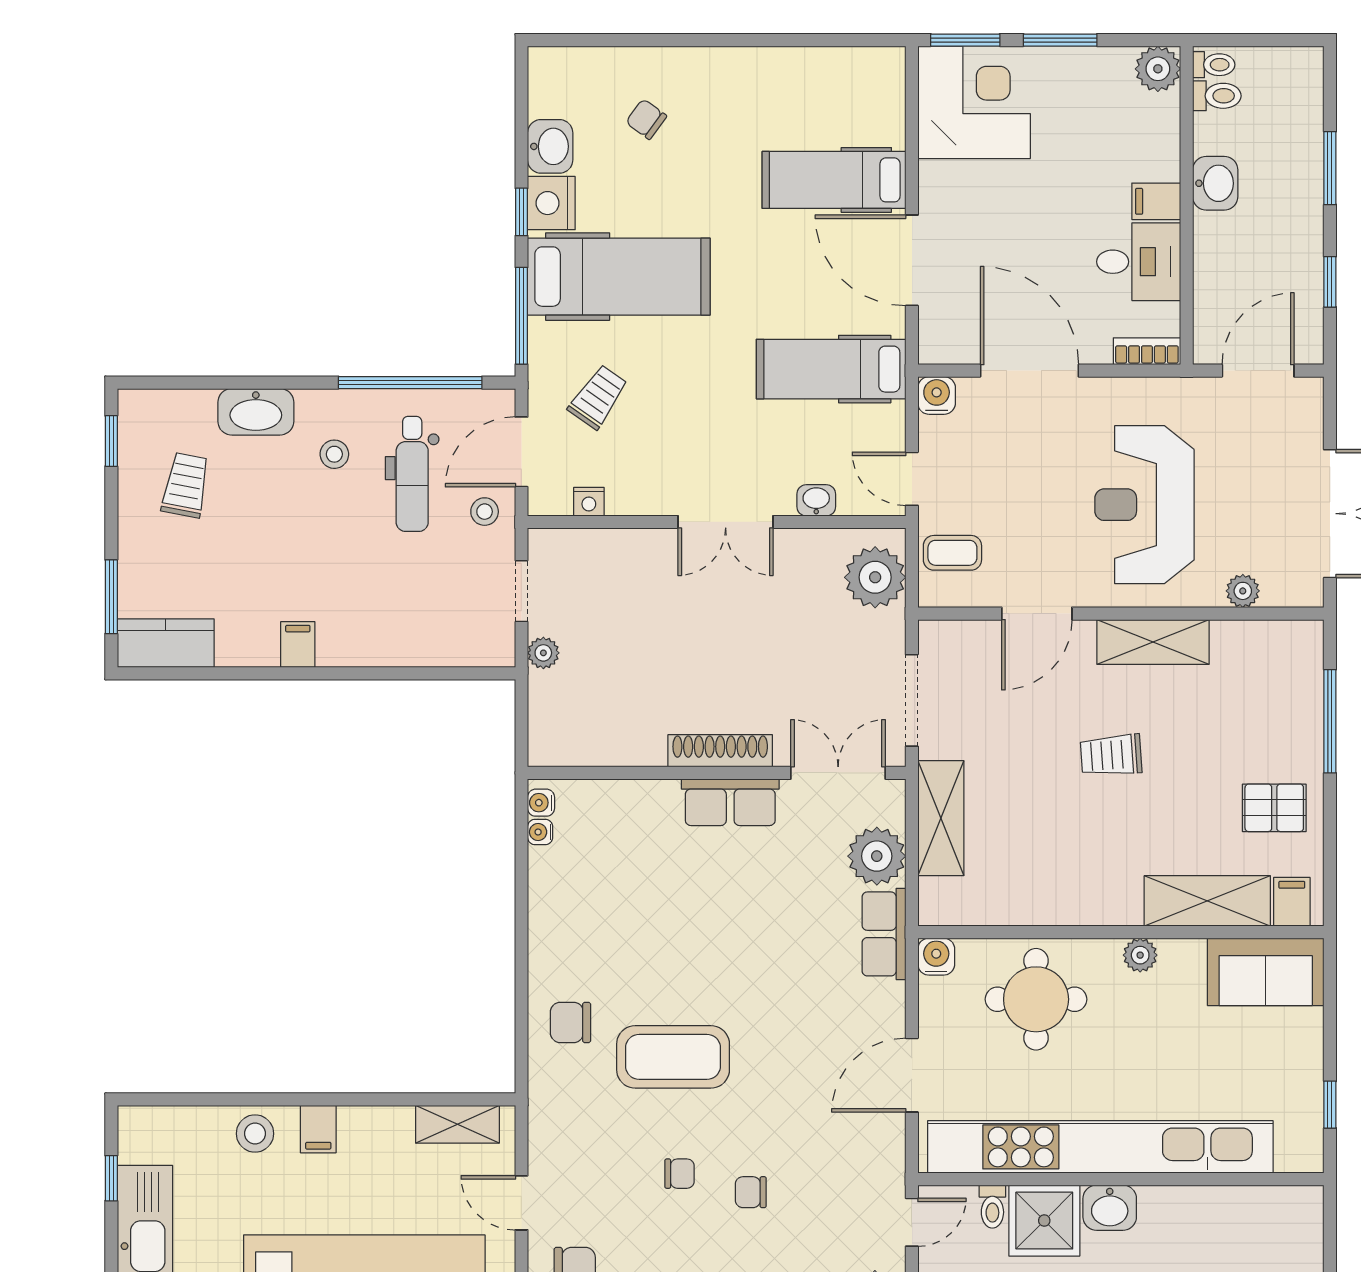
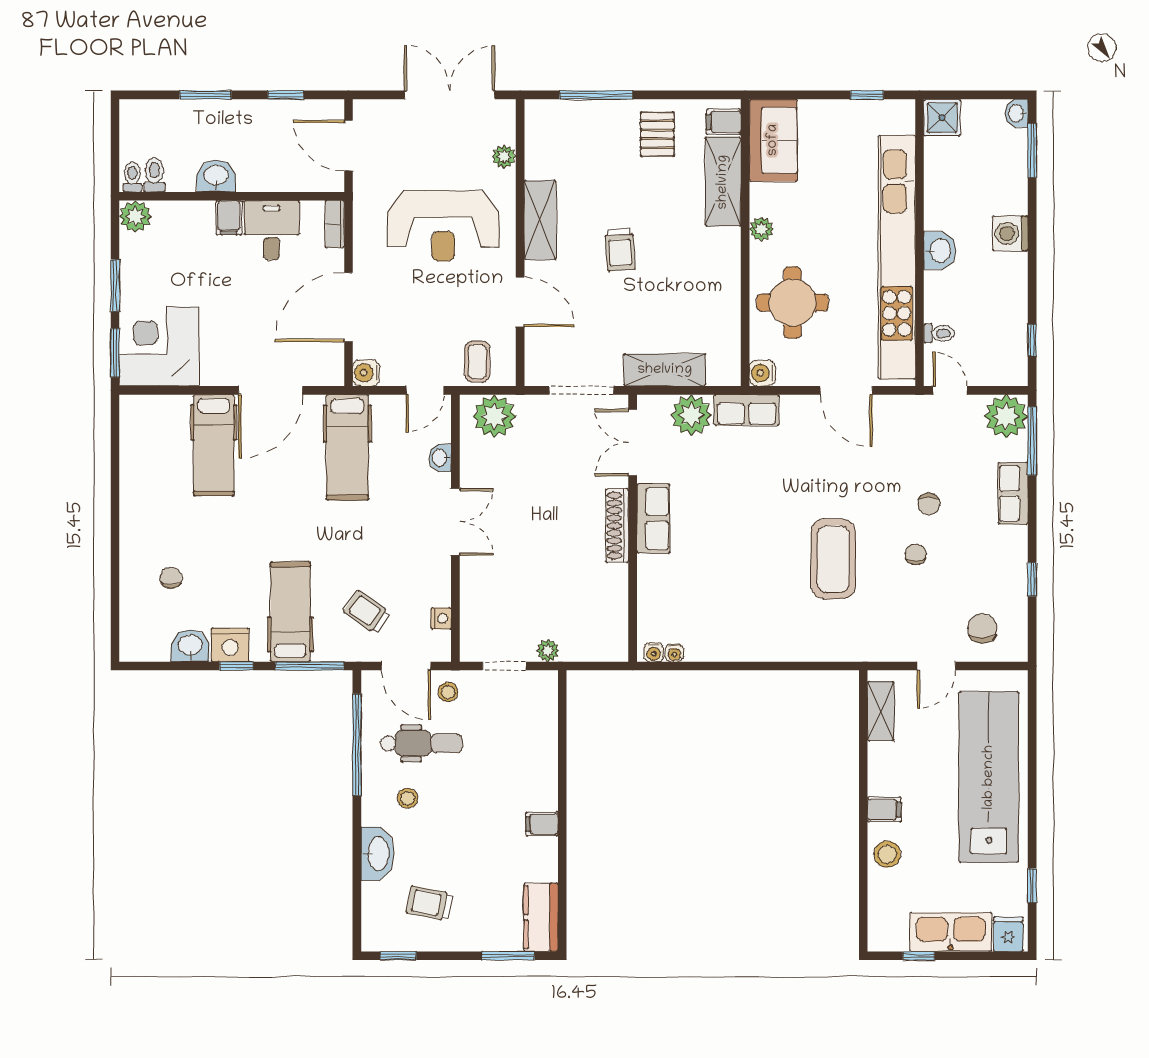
chair: (646, 119) -> (171, 578), turned 144
hospital bed: (619, 277) -> (290, 612), width x0.73, depth x0.78
chair: (571, 1022) -> (809, 631), removed
shower: (1044, 1221) -> (942, 118), moved, width x0.73, depth x0.73

